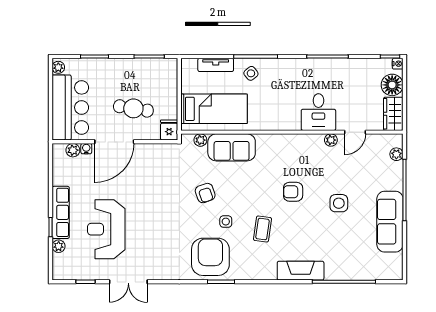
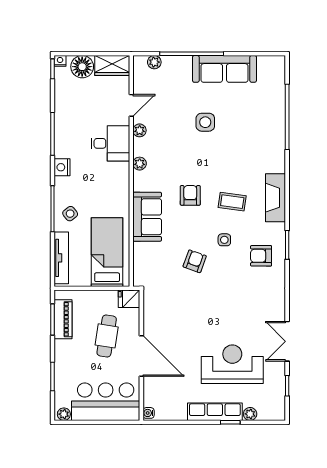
tv unit: (216, 65) -> (61, 258), width x1.41
nightstand: (296, 66) -> (62, 167), added
piano: (149, 67) -> (63, 319), added
door: (355, 132) -> (131, 105), hinge flipped
plant: (200, 140) -> (140, 164), moved
sofa: (232, 147) -> (147, 217), moved
water cooler: (86, 149) -> (149, 413), moved
plant: (73, 150) -> (150, 399), removed
armchair: (293, 192) -> (190, 195), moved, turned 180
armchair: (205, 193) -> (195, 261), turned -51
reception desk: (106, 229) -> (232, 364), turned 180
armchair: (210, 257) -> (261, 256), width x0.53, depth x0.53
fireplace: (301, 271) -> (275, 198), moved
double door: (128, 282) -> (287, 341), swing flipped

